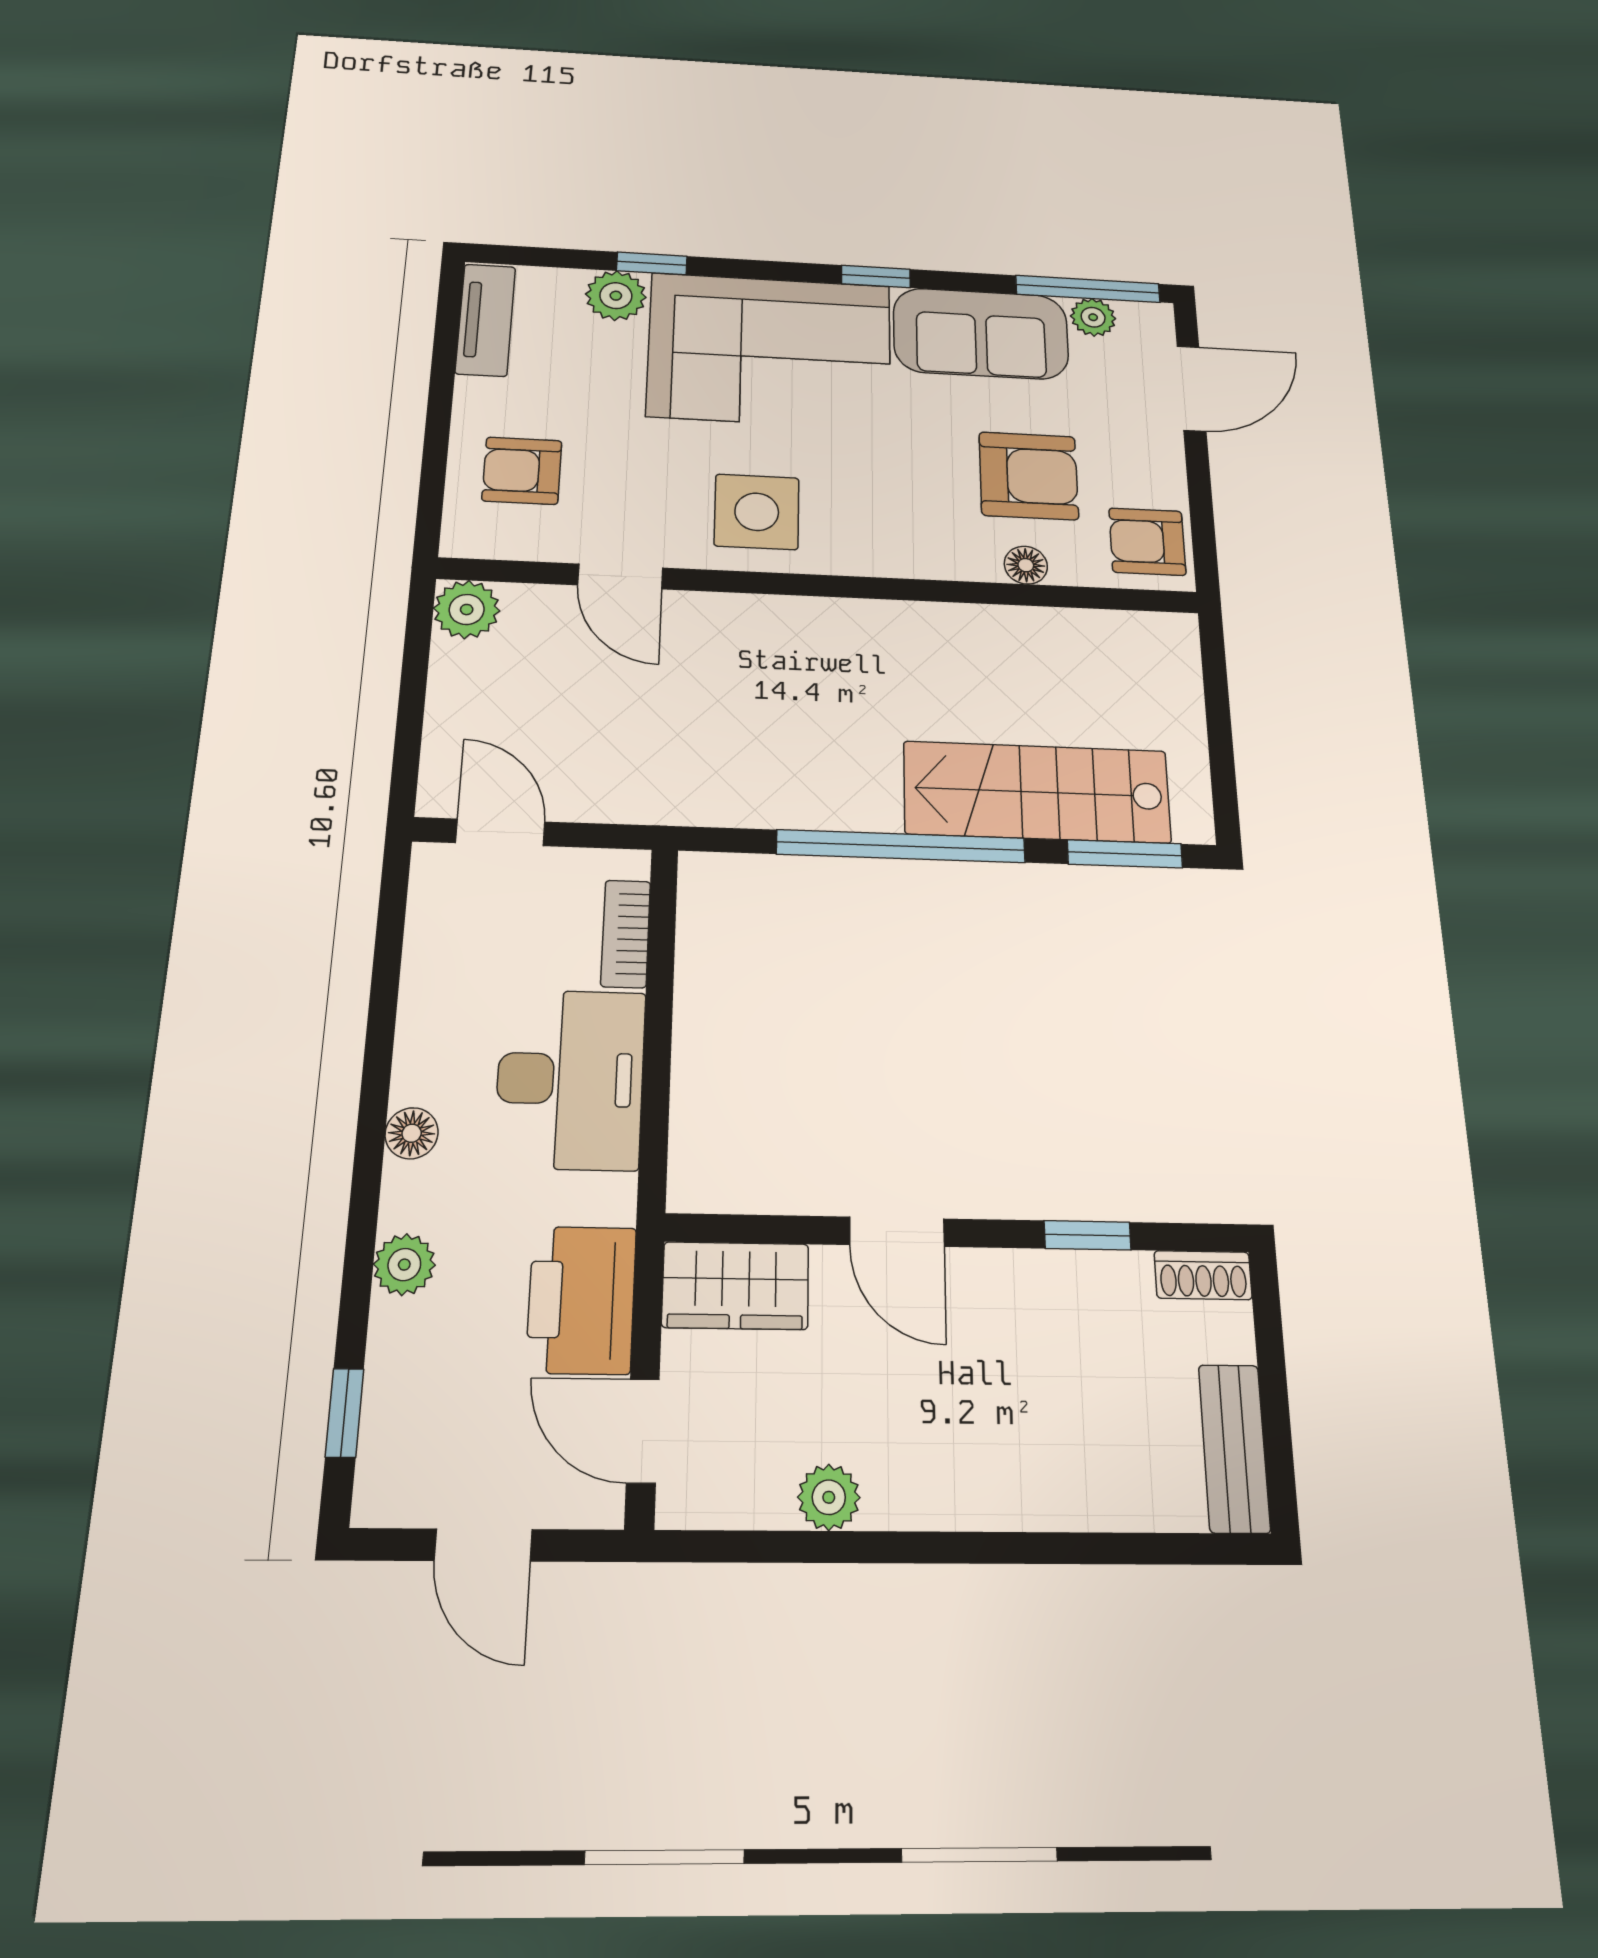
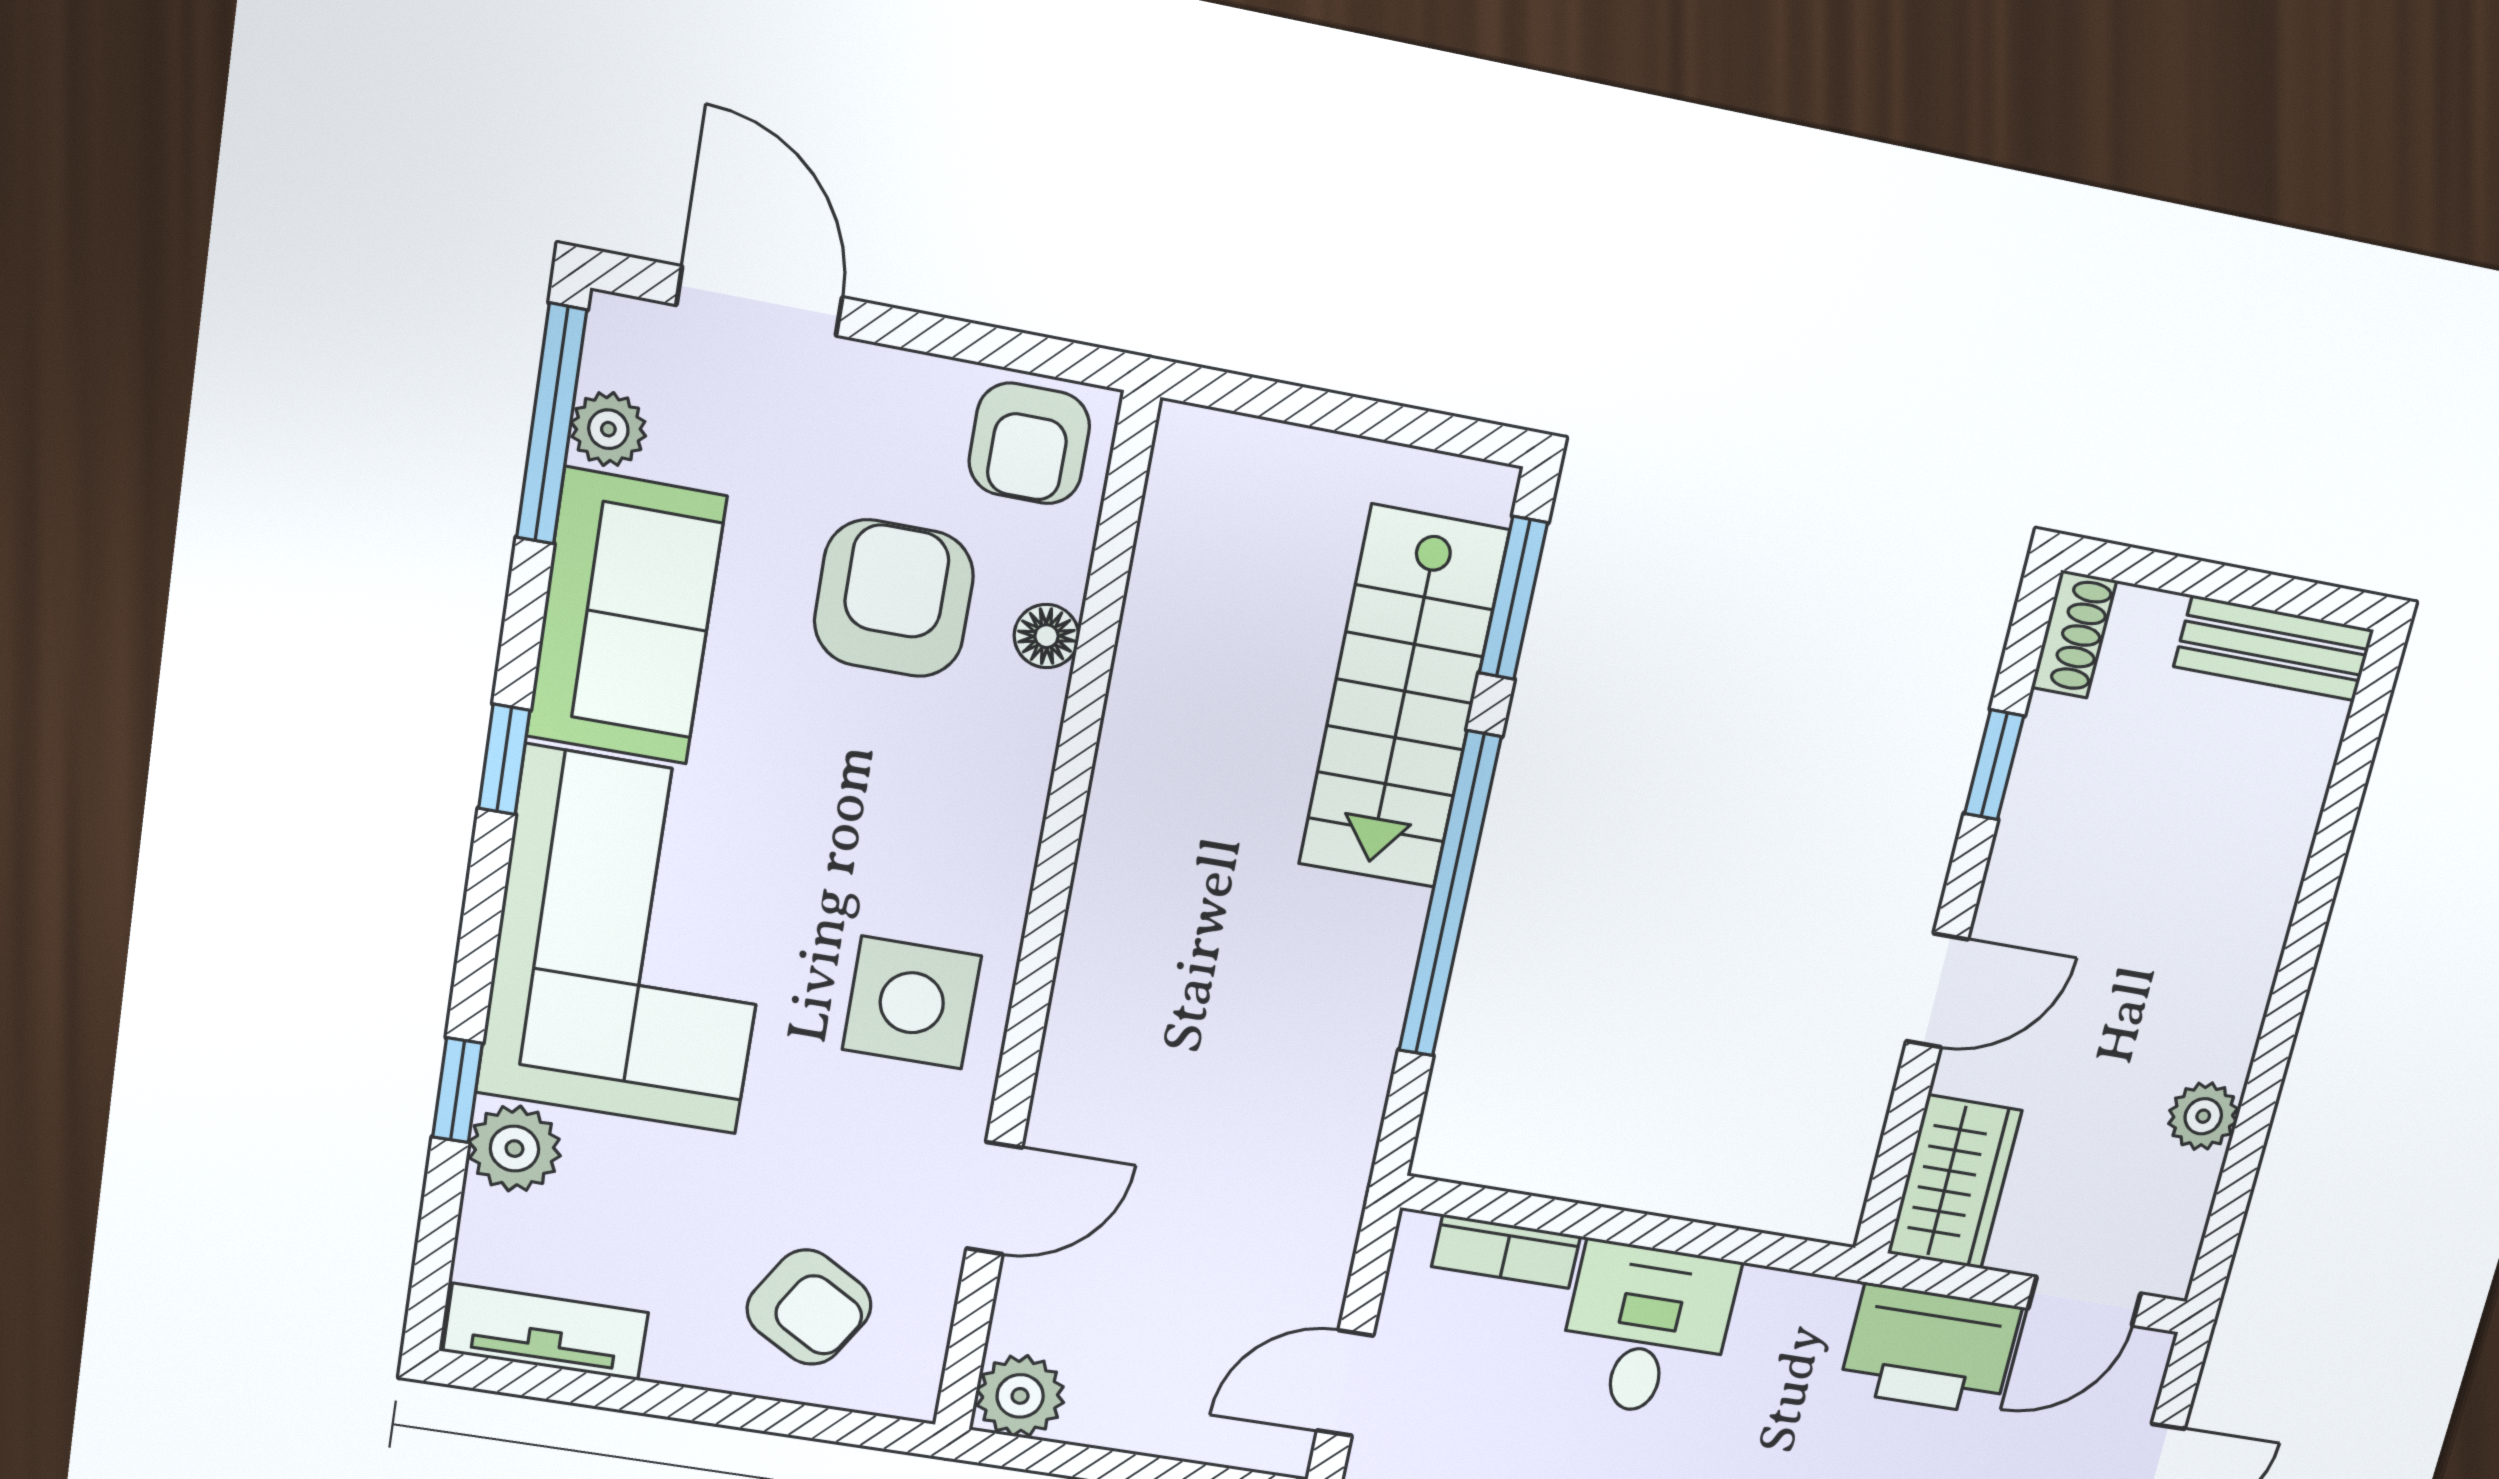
armchair: (522, 471) -> (809, 1307), turned -59
desk: (570, 1079) -> (1646, 1330), width x0.73

